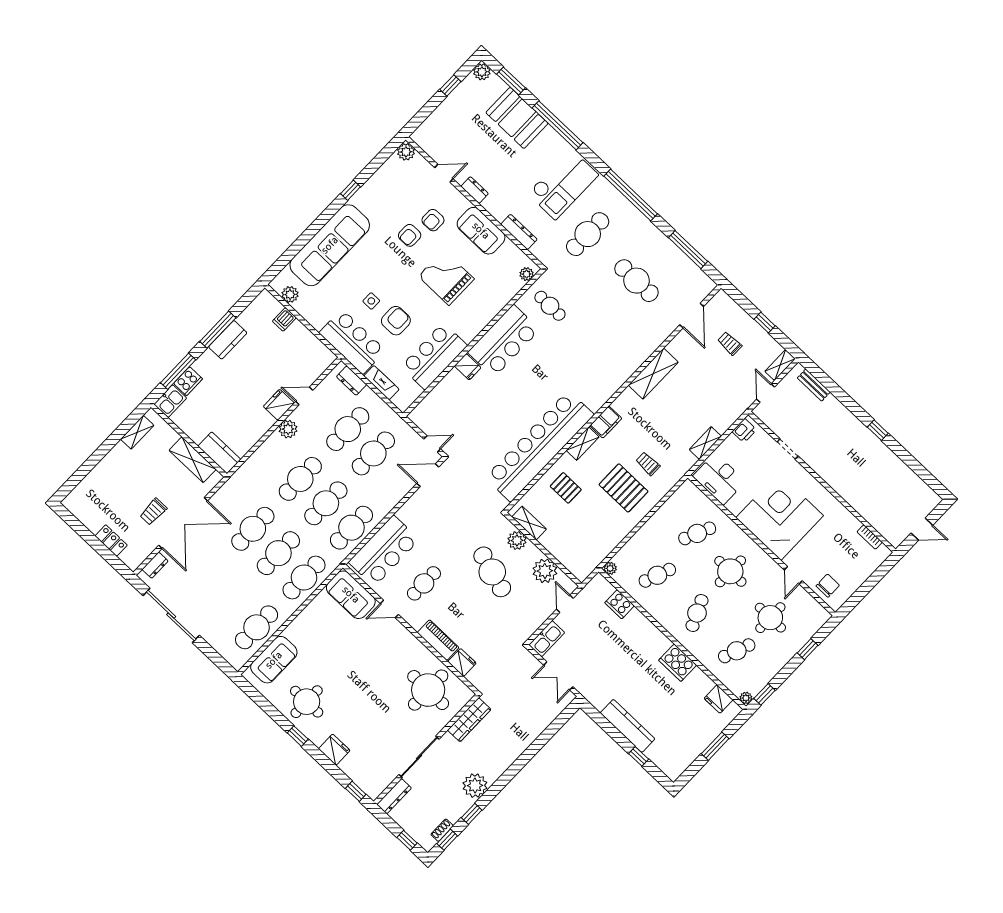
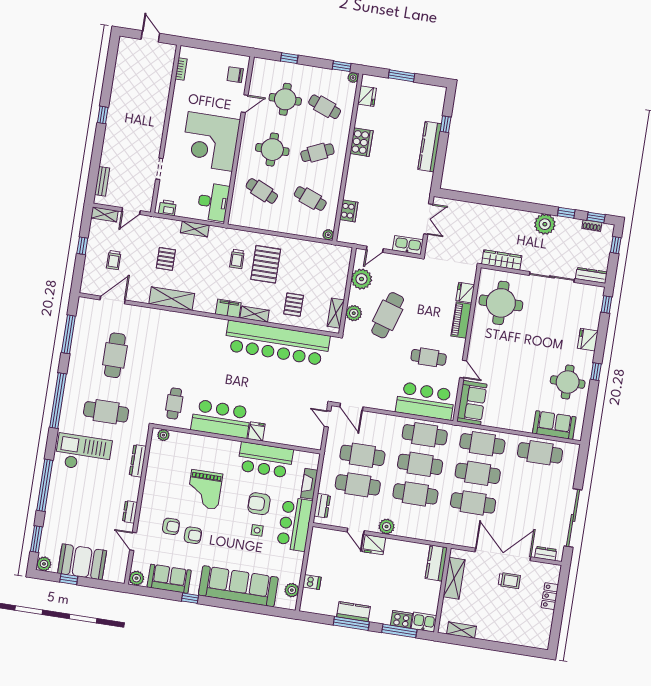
booth: (517, 118) -> (82, 562), moved, turned 90
sofa: (481, 231) -> (169, 579), moved, turned -90
pallet: (696, 395) -> (166, 259), added

